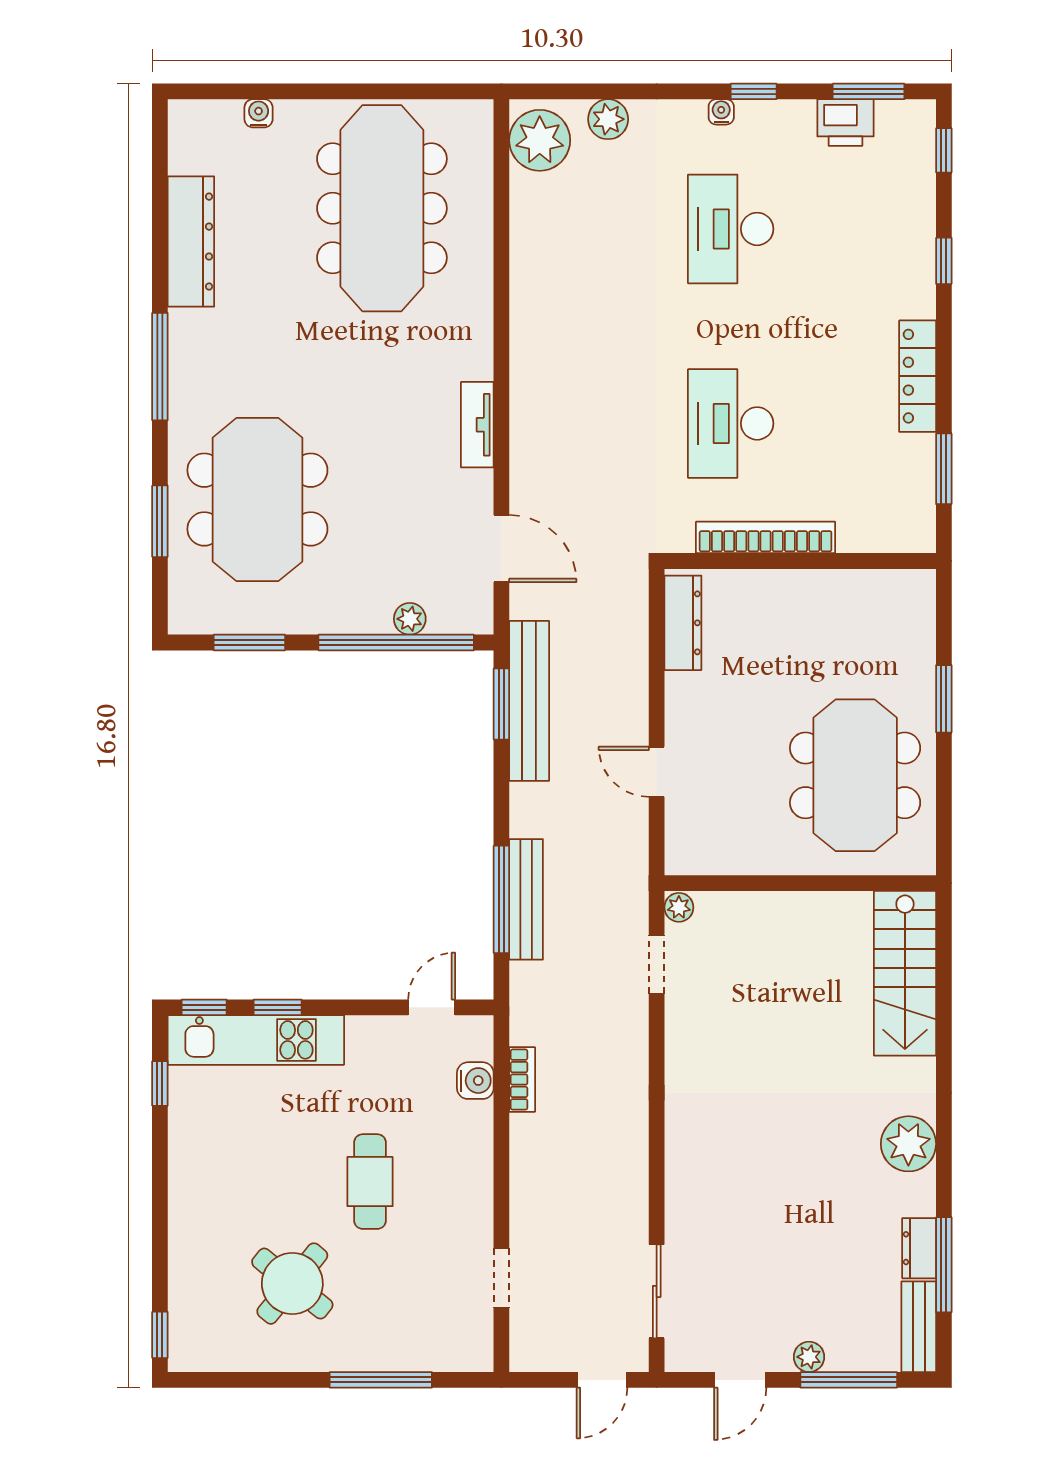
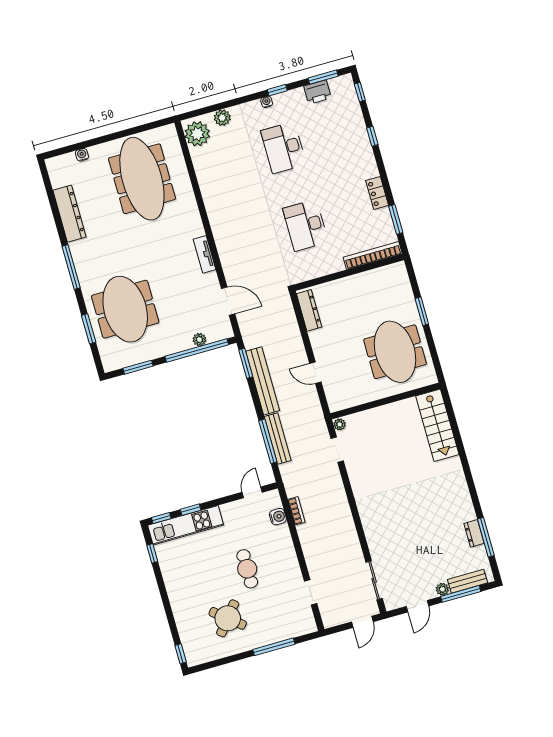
locker: (918, 376) -> (377, 193), width x0.66
bookcase: (766, 537) -> (373, 255), moved
bench: (529, 701) -> (263, 381), moved
plant: (908, 1144) -> (458, 493), removed
bench: (919, 1327) -> (468, 581), moved, turned 90

